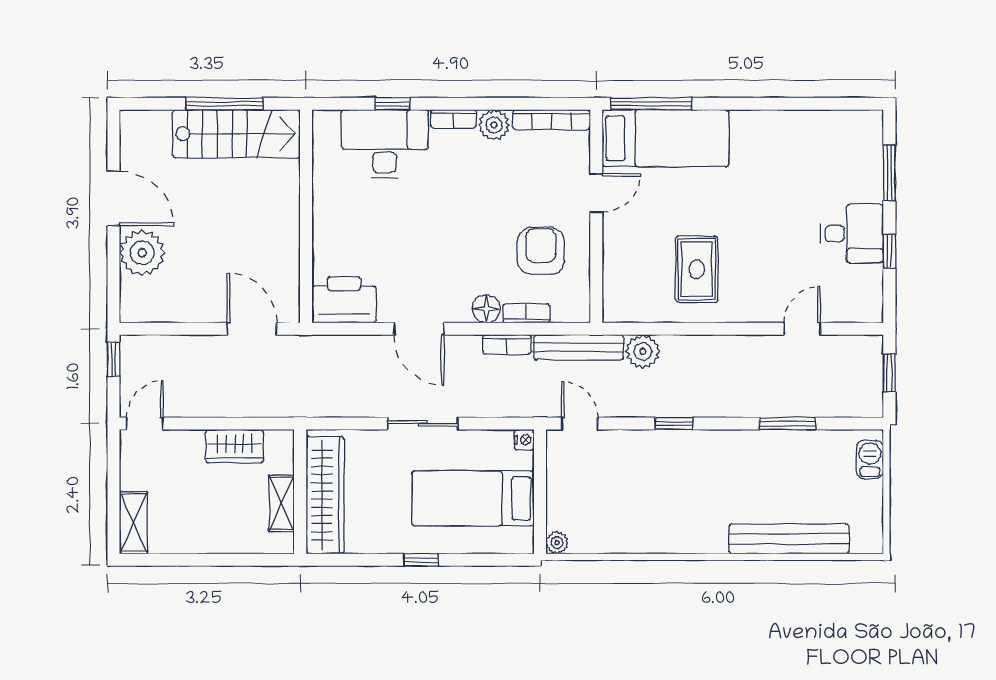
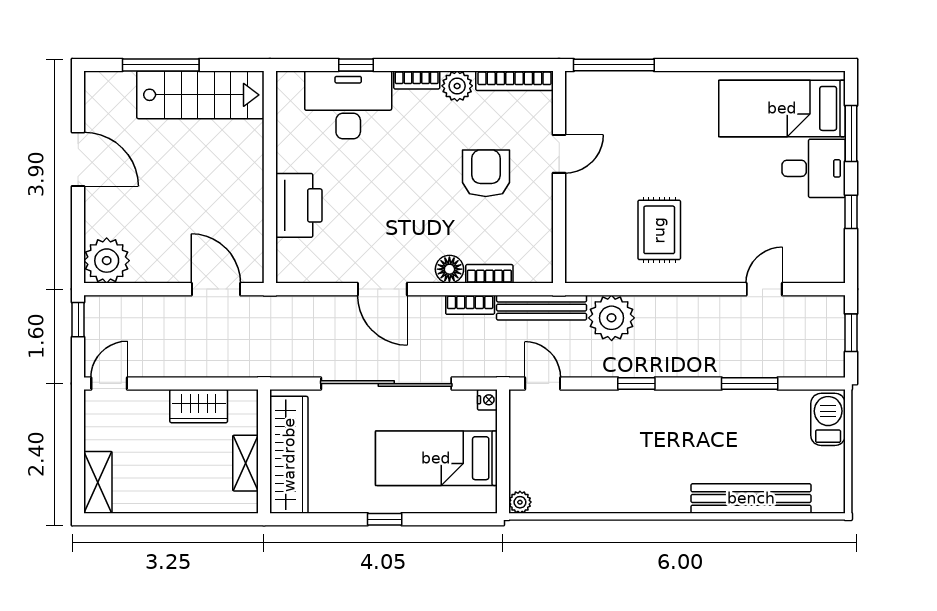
window: (225, 104) -> (161, 65), moved
bed: (665, 138) -> (782, 108), moved, turned 180
desk: (852, 234) -> (814, 168), moved
armchair: (541, 251) -> (486, 173), moved
plant: (142, 253) -> (107, 261), moved
printer: (344, 300) -> (299, 205), moved, turned 90
plant: (643, 351) -> (612, 318), width x1.36, depth x1.36
sliding door: (423, 424) -> (386, 384), width x1.86
barbecue: (870, 460) -> (828, 419), width x1.38, depth x1.27

